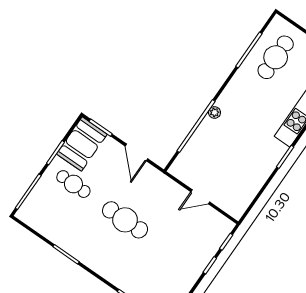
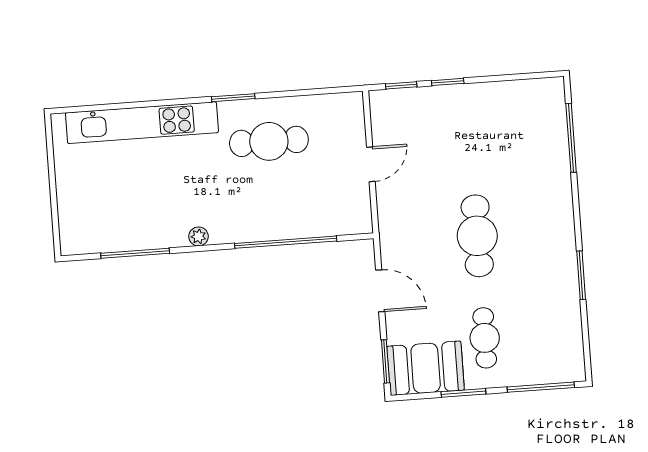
cafe table: (276, 57) -> (269, 141), moved
plant: (215, 112) -> (198, 236), moved
door: (136, 152) -> (380, 291), hinge flipped
door: (200, 197) -> (371, 164), hinge flipped

